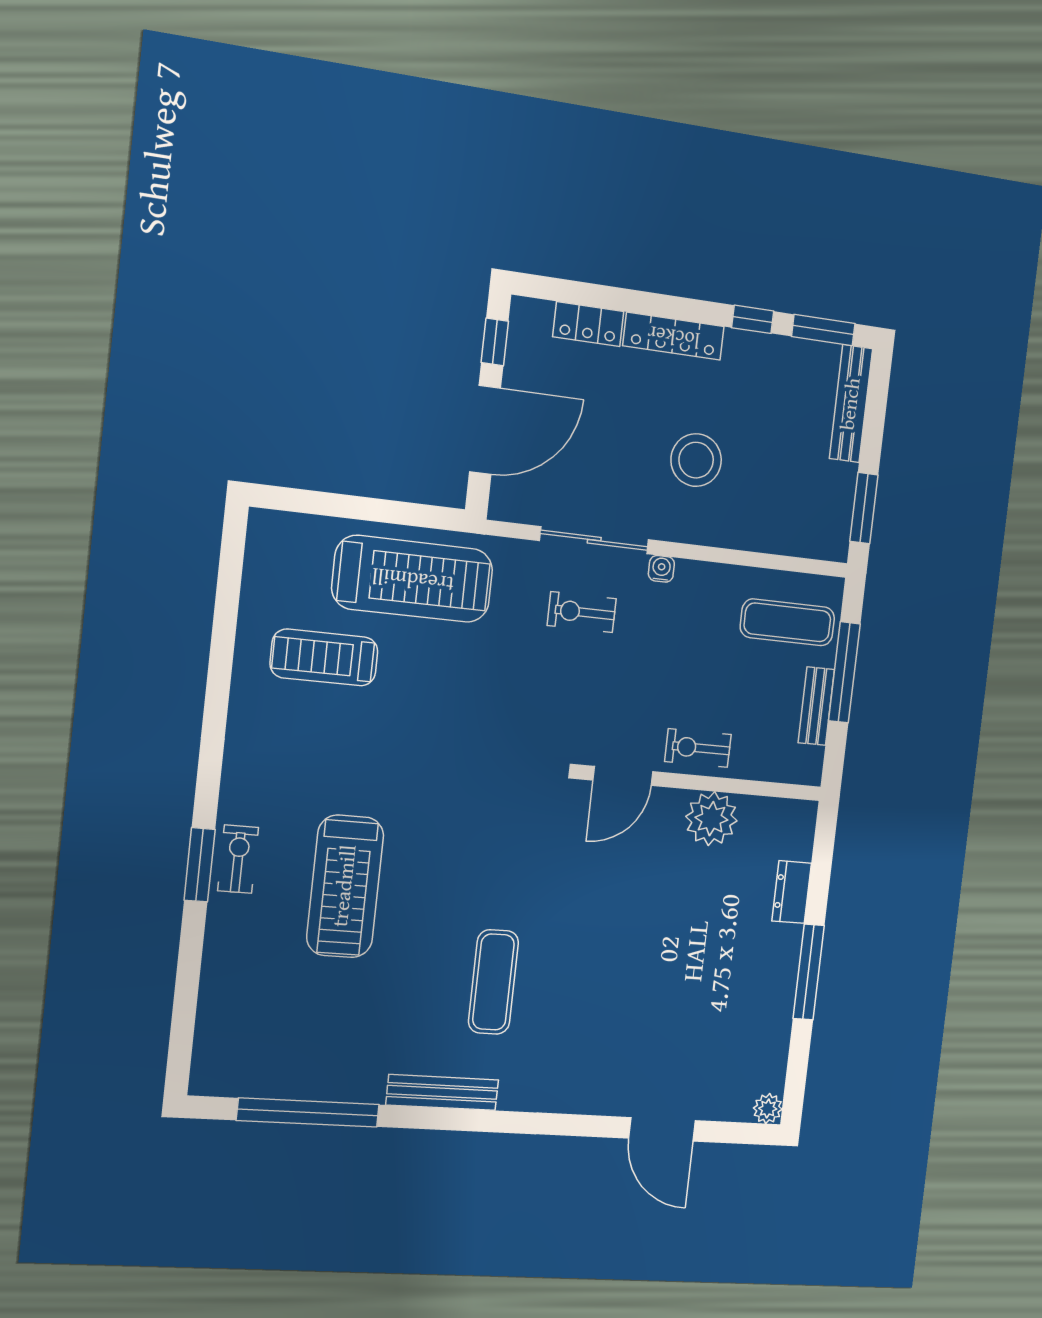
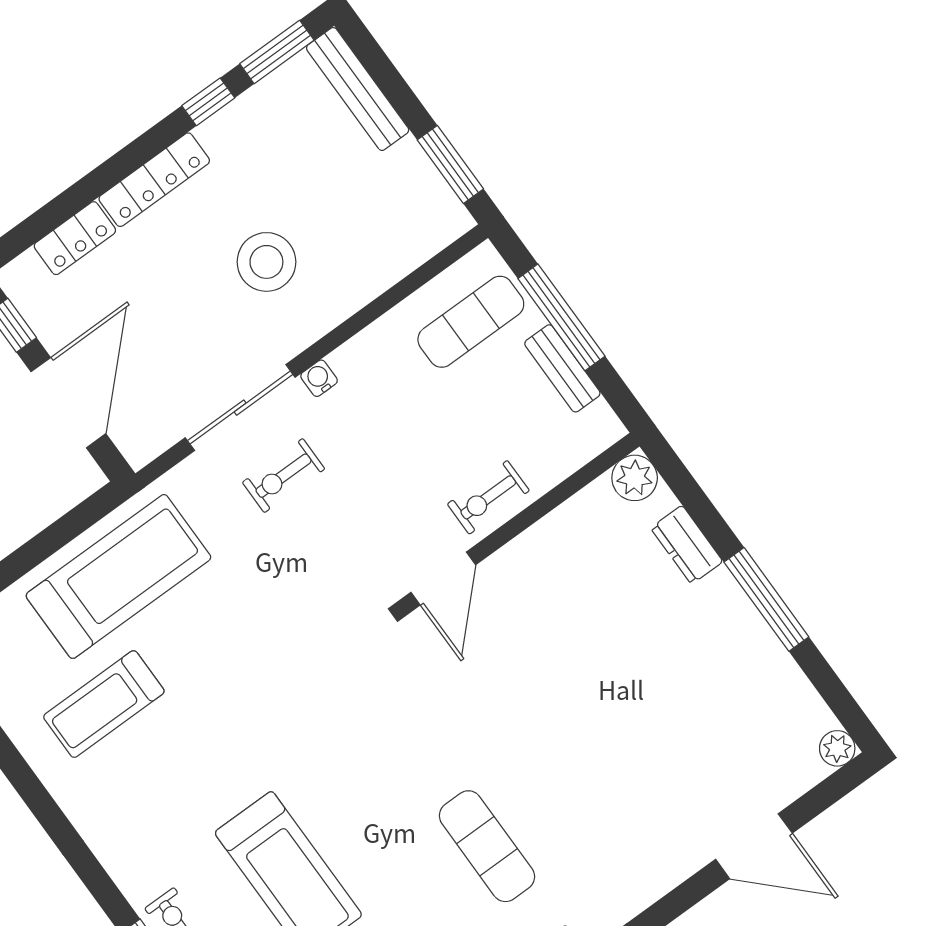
plant: (711, 819) -> (635, 478), moved, width x0.73, depth x0.73

